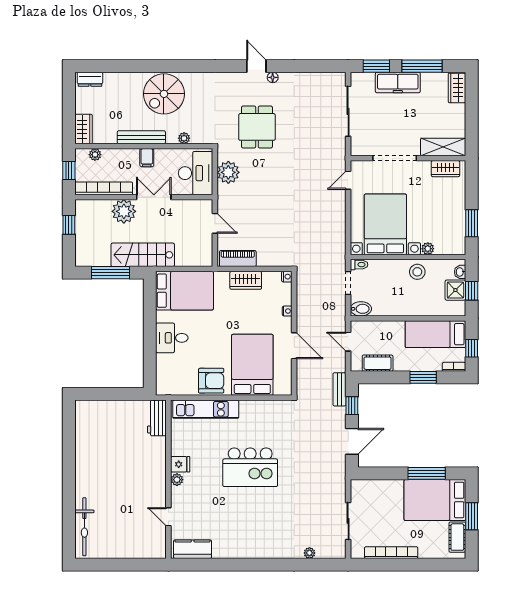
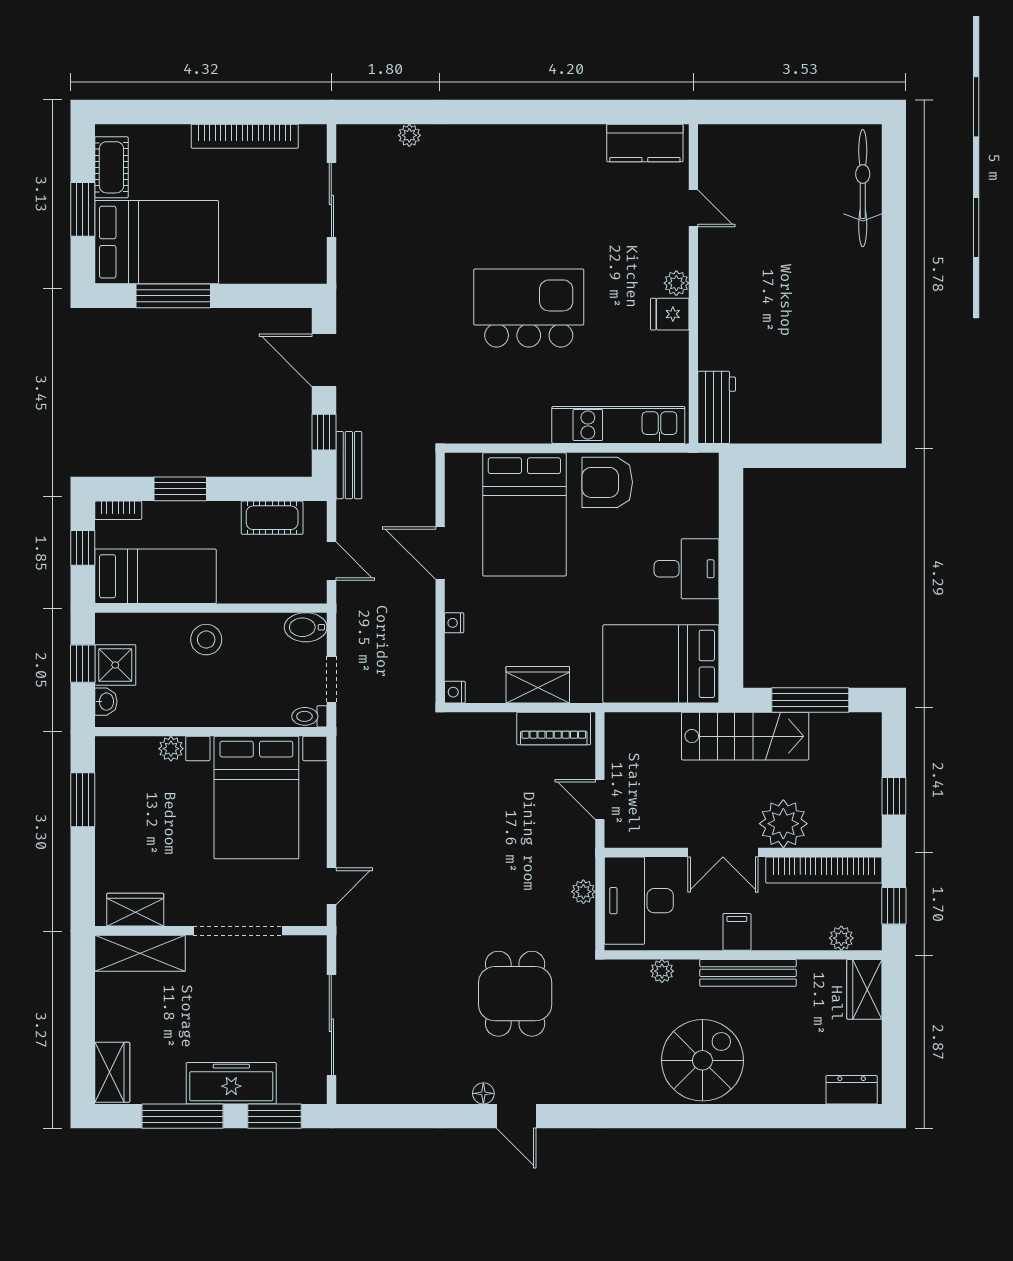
plant: (228, 172) -> (583, 892), width x0.53, depth x0.53
stool: (417, 272) -> (206, 640), moved
door: (352, 441) -> (324, 360), hinge flipped

